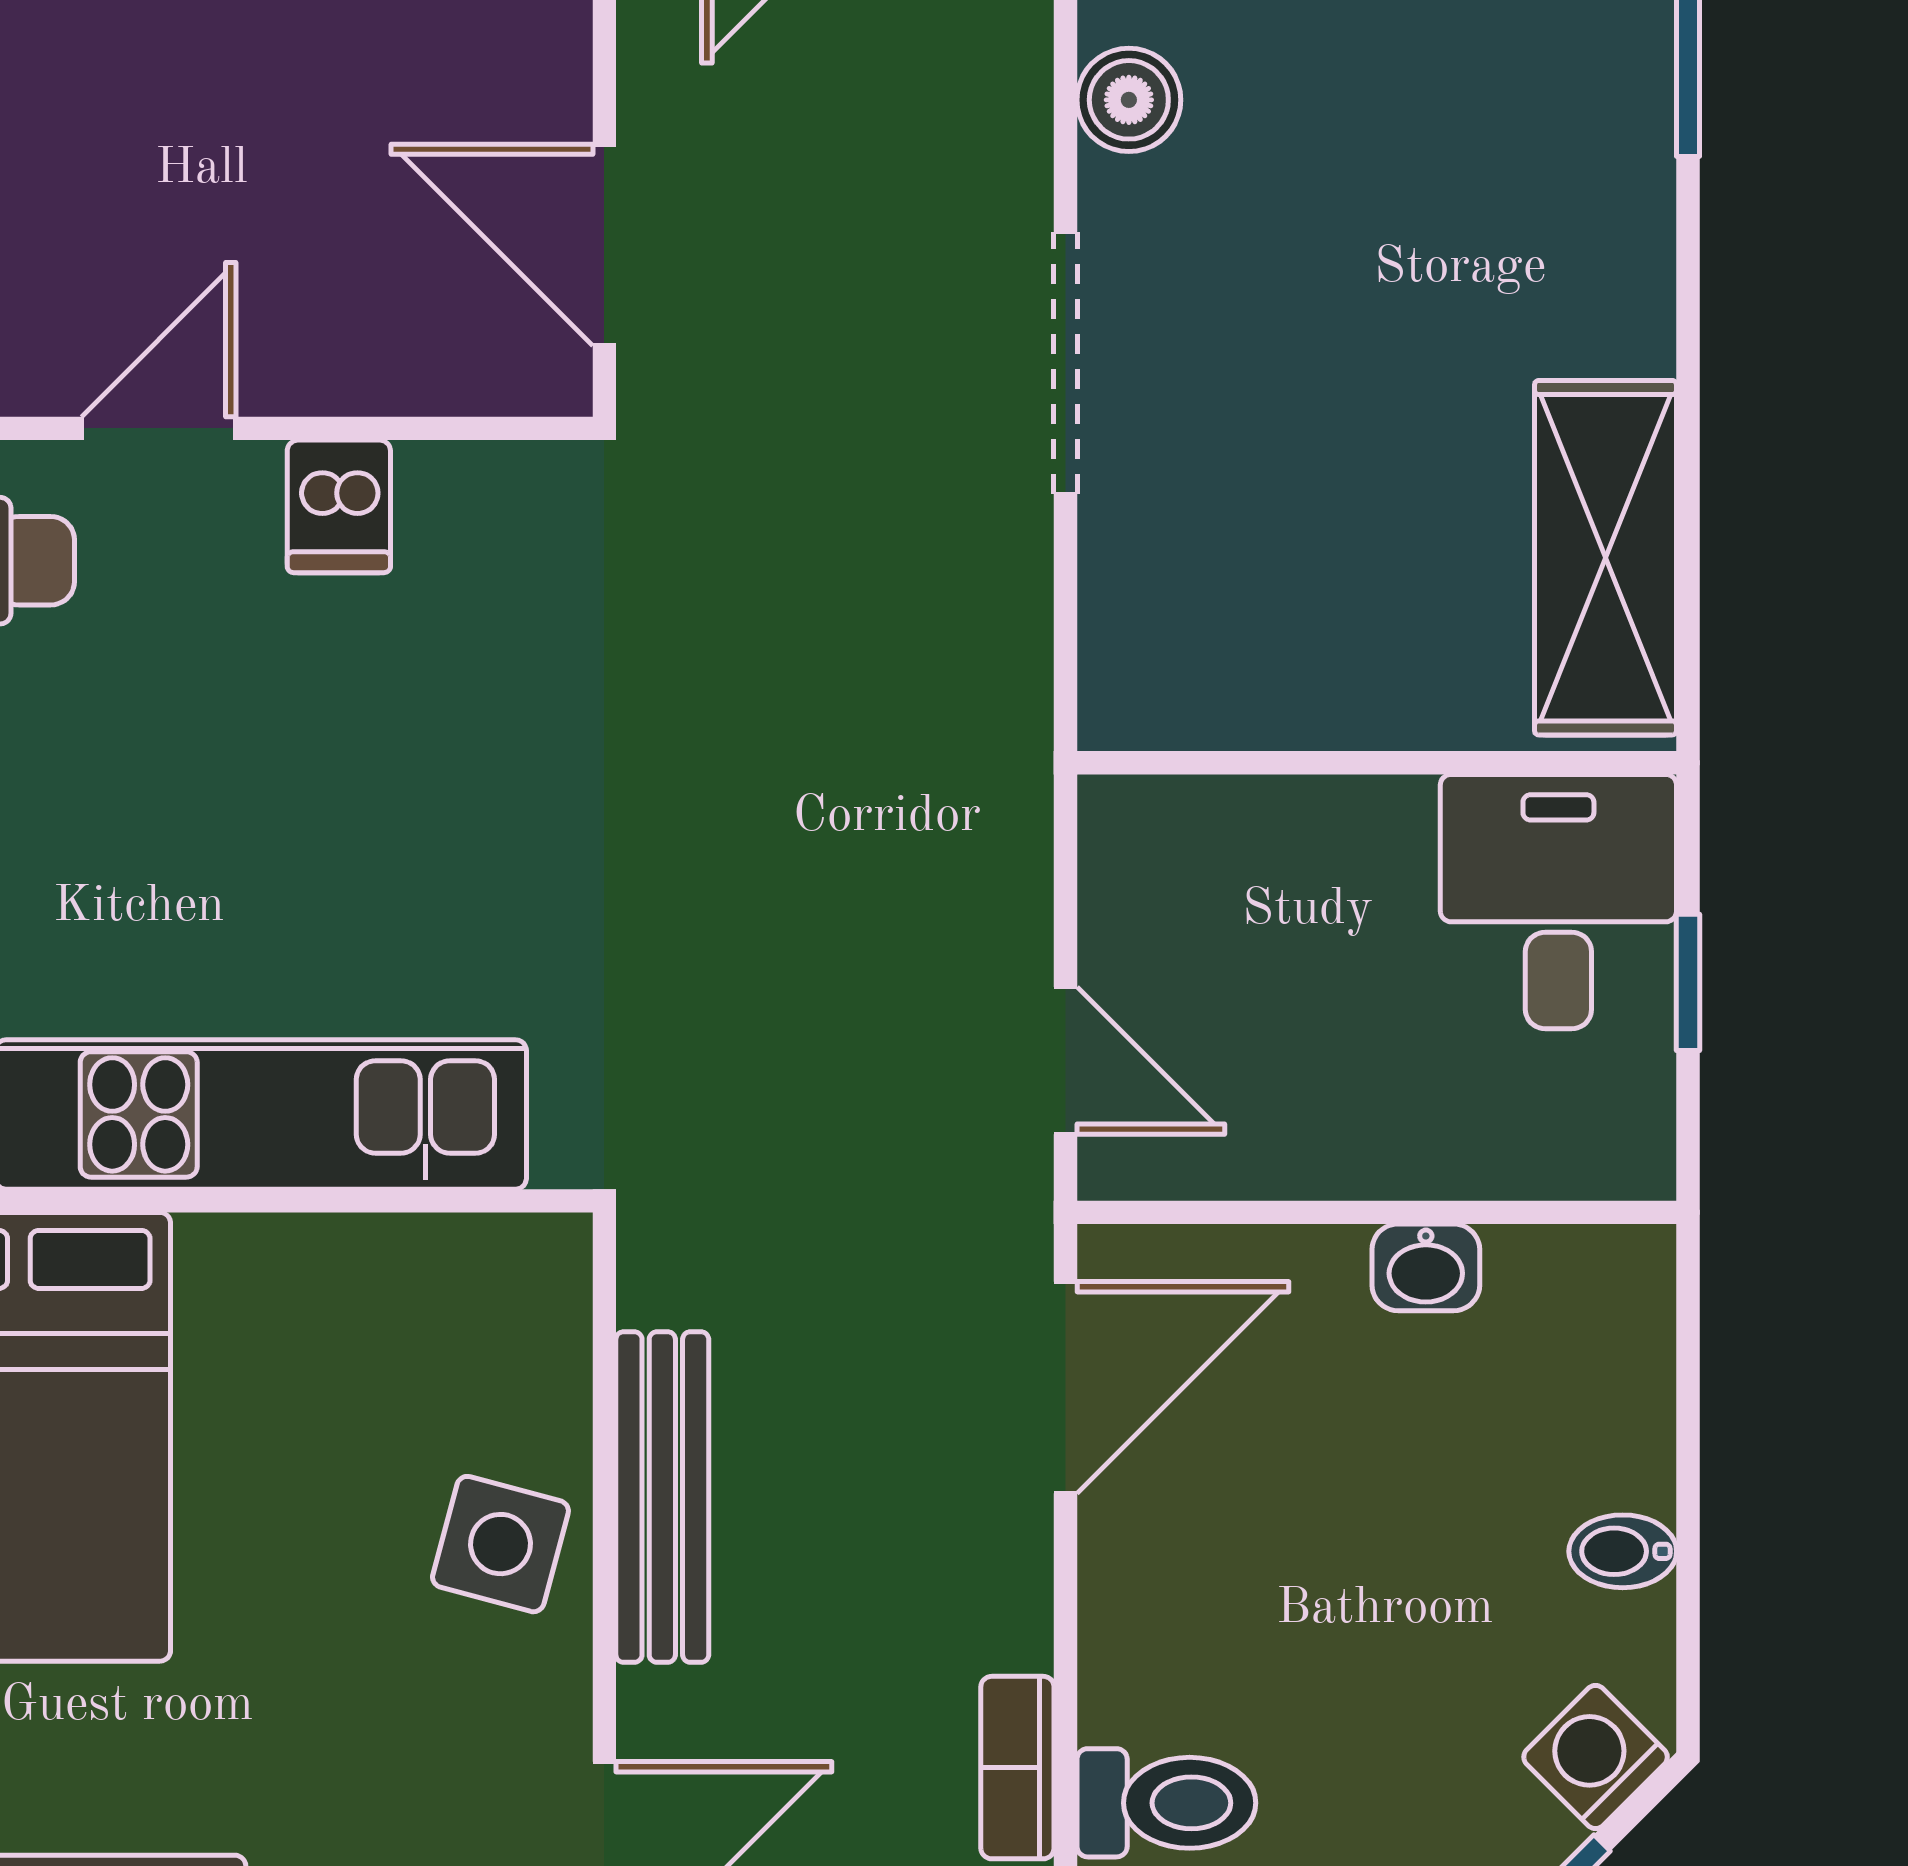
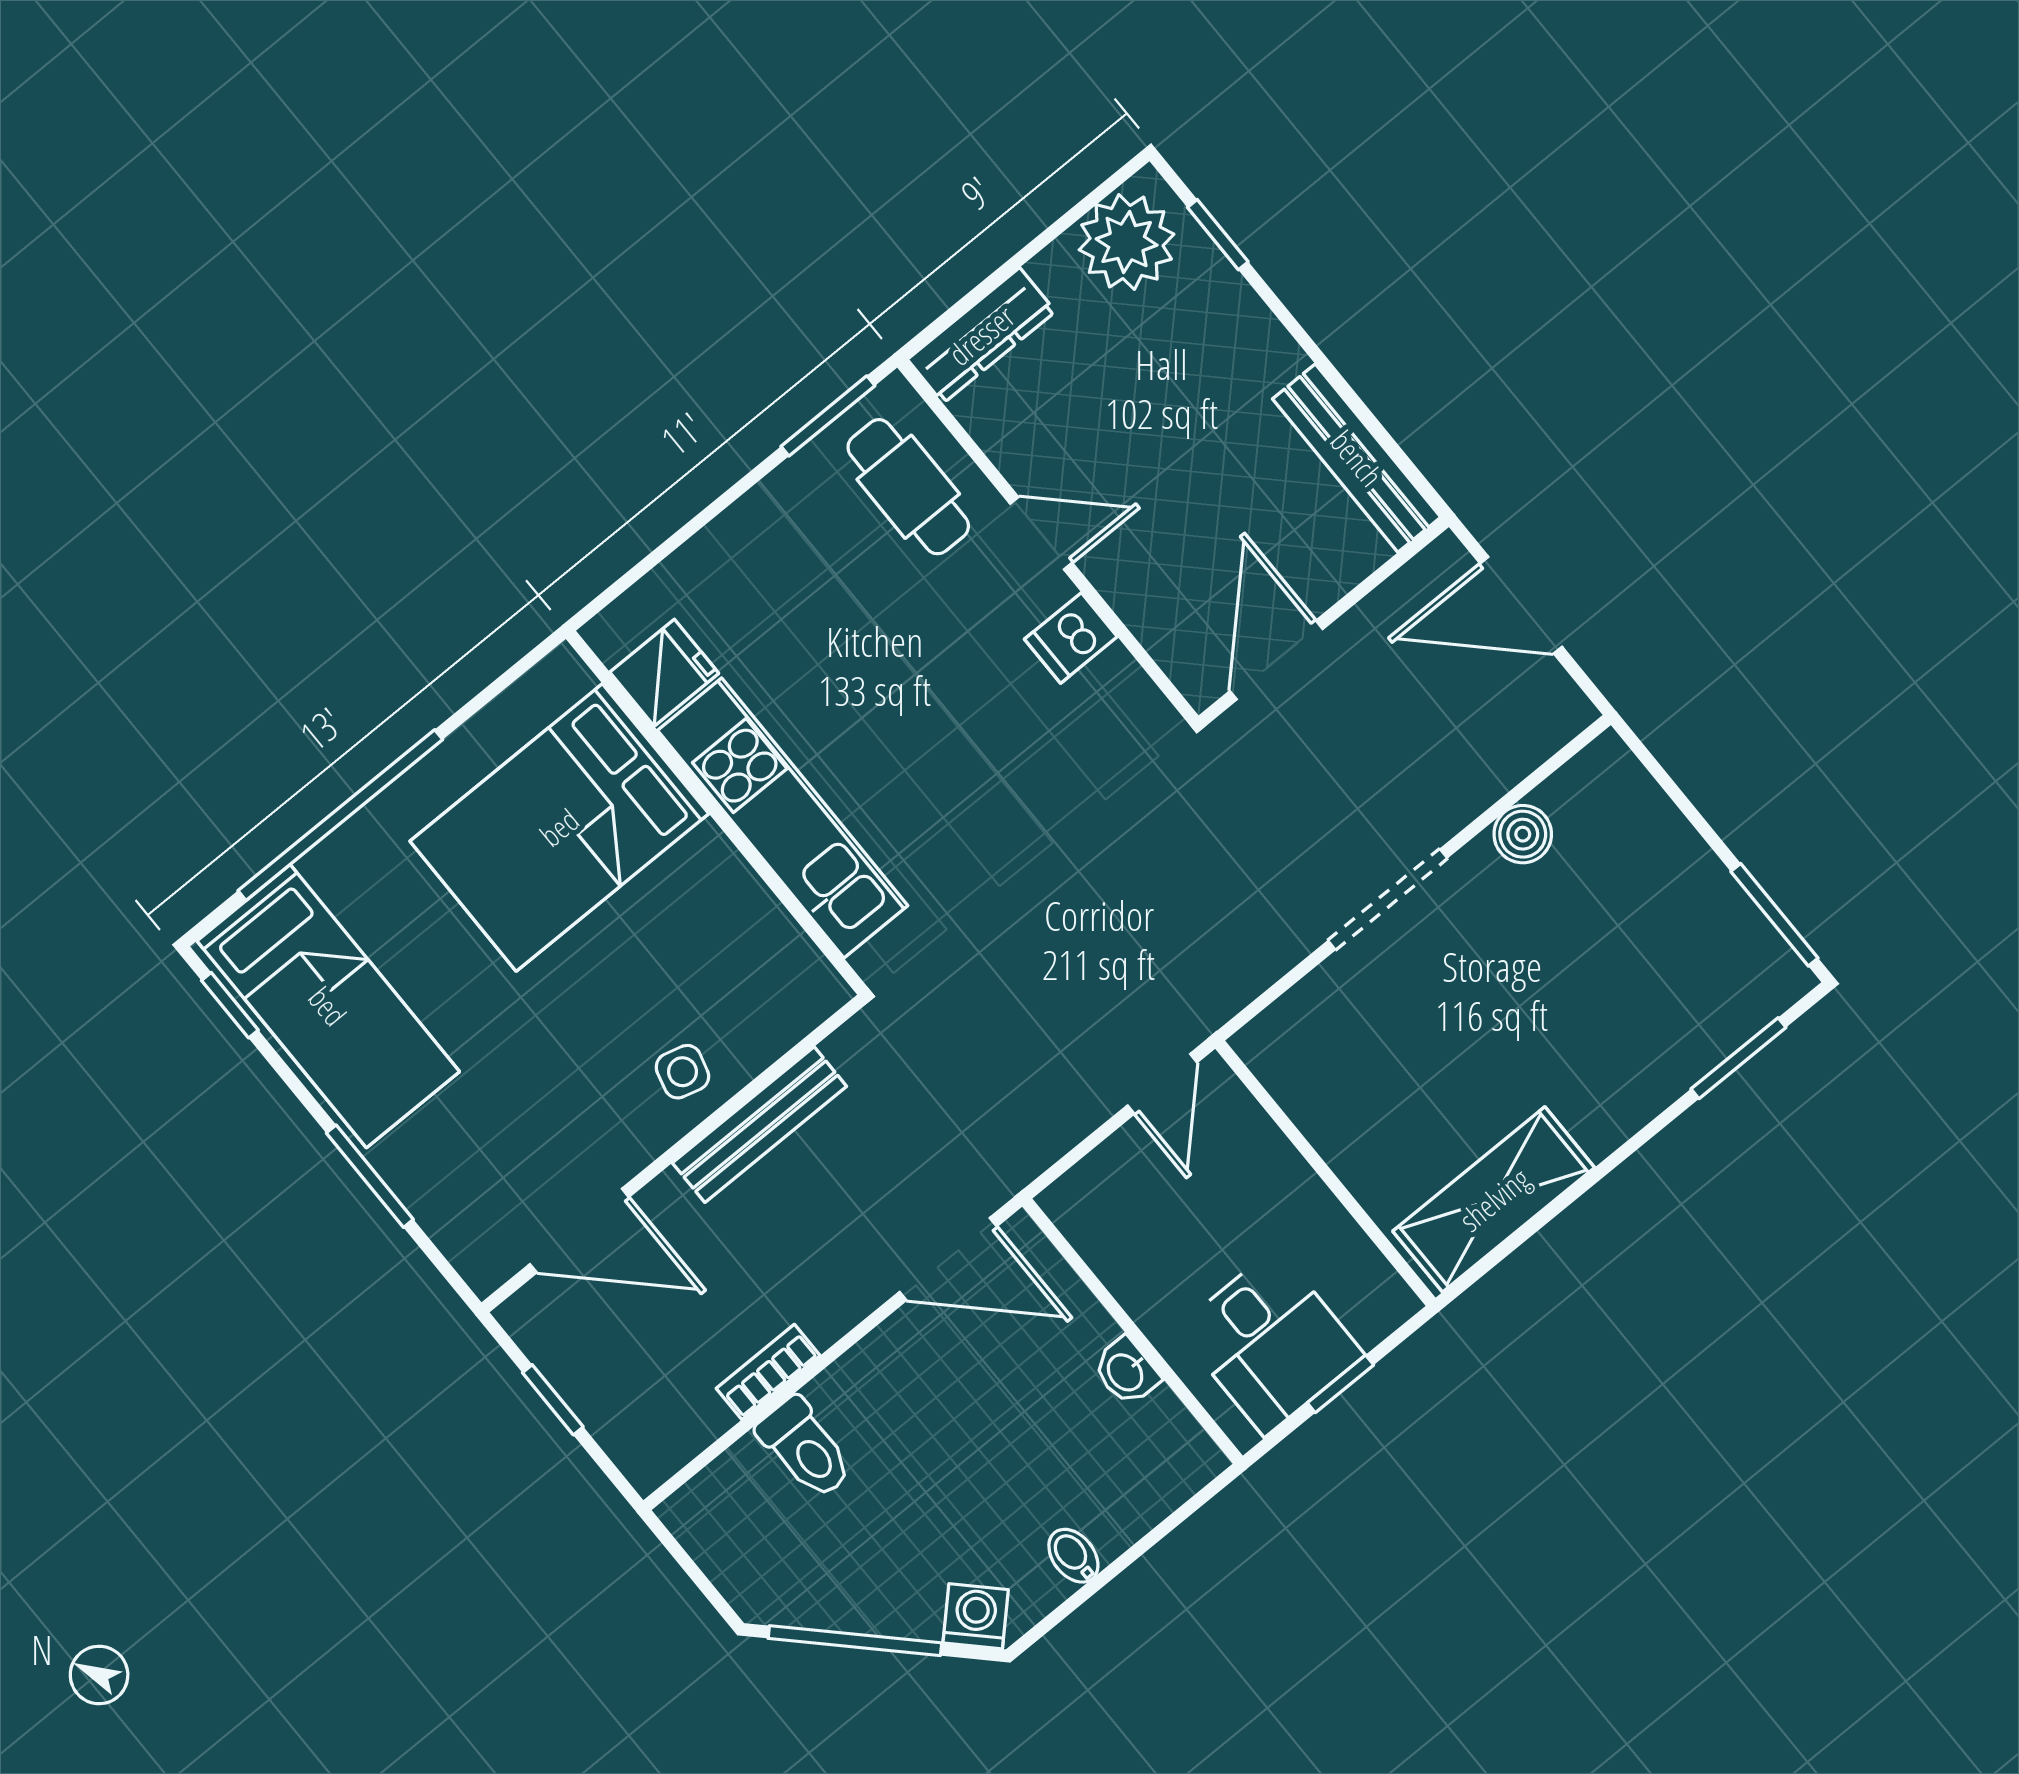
desk: (1558, 902) -> (1270, 1342), moved, turned 90
door: (1066, 1061) -> (1162, 1084), moved
side table: (500, 1544) -> (682, 1072), width x0.73, depth x0.73

